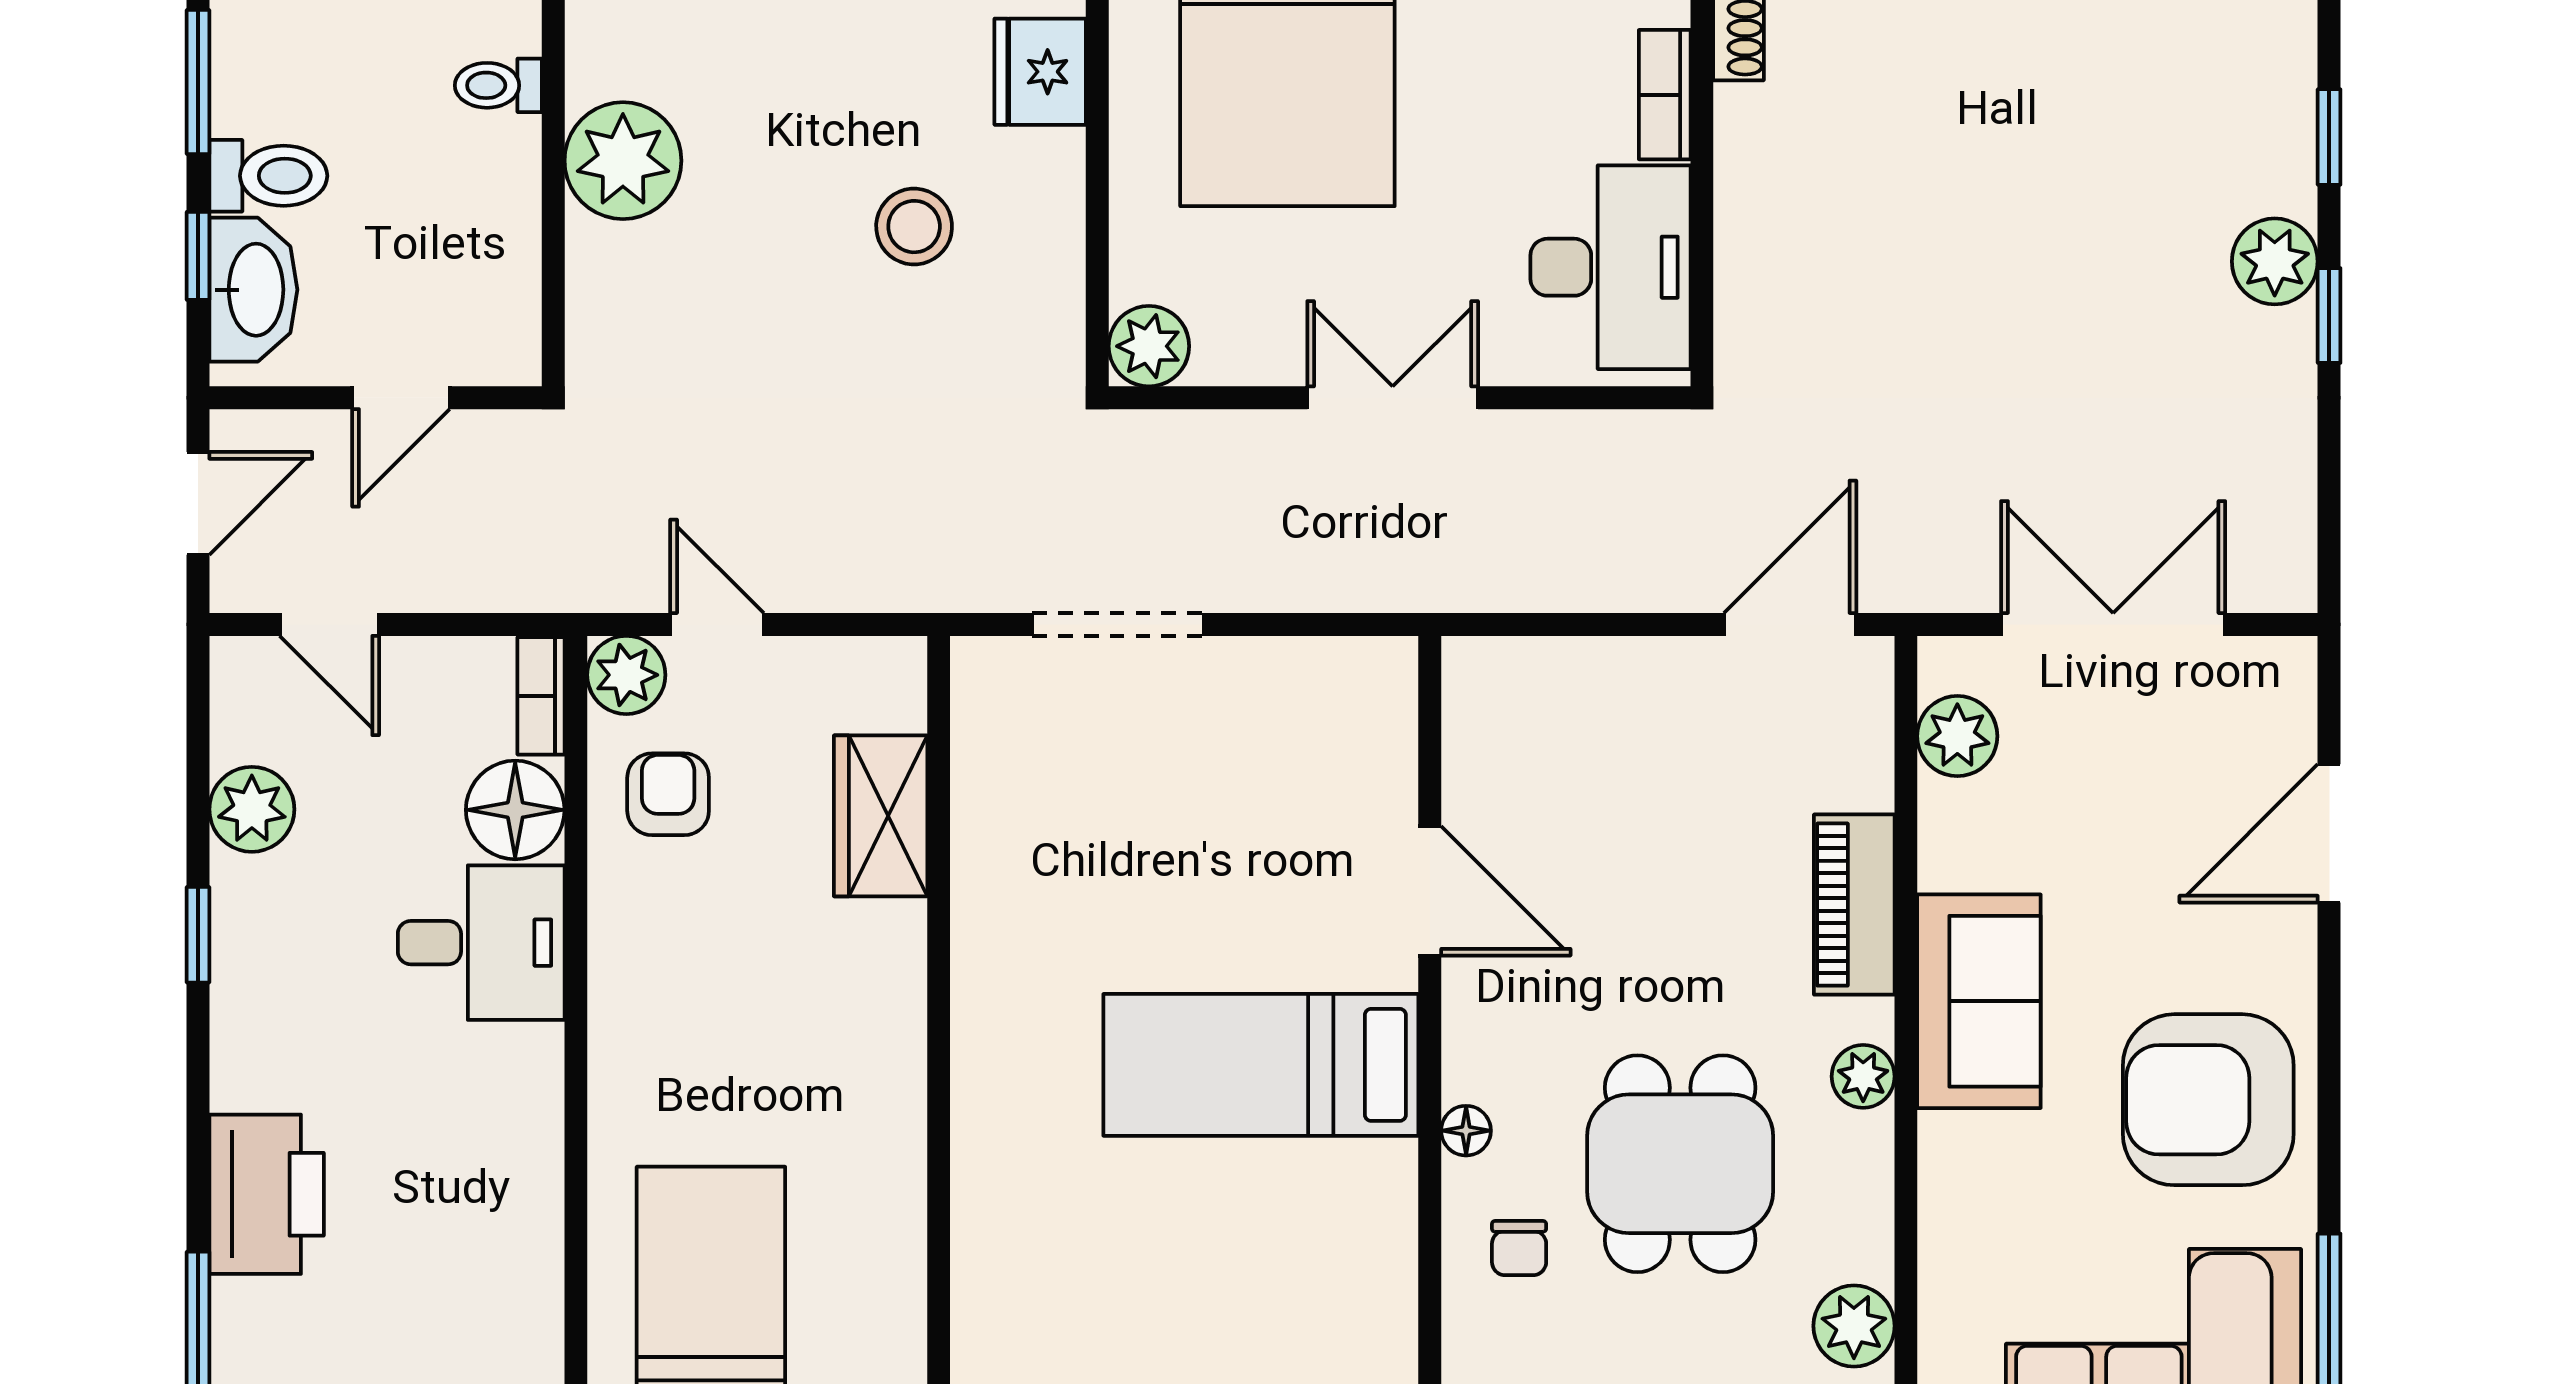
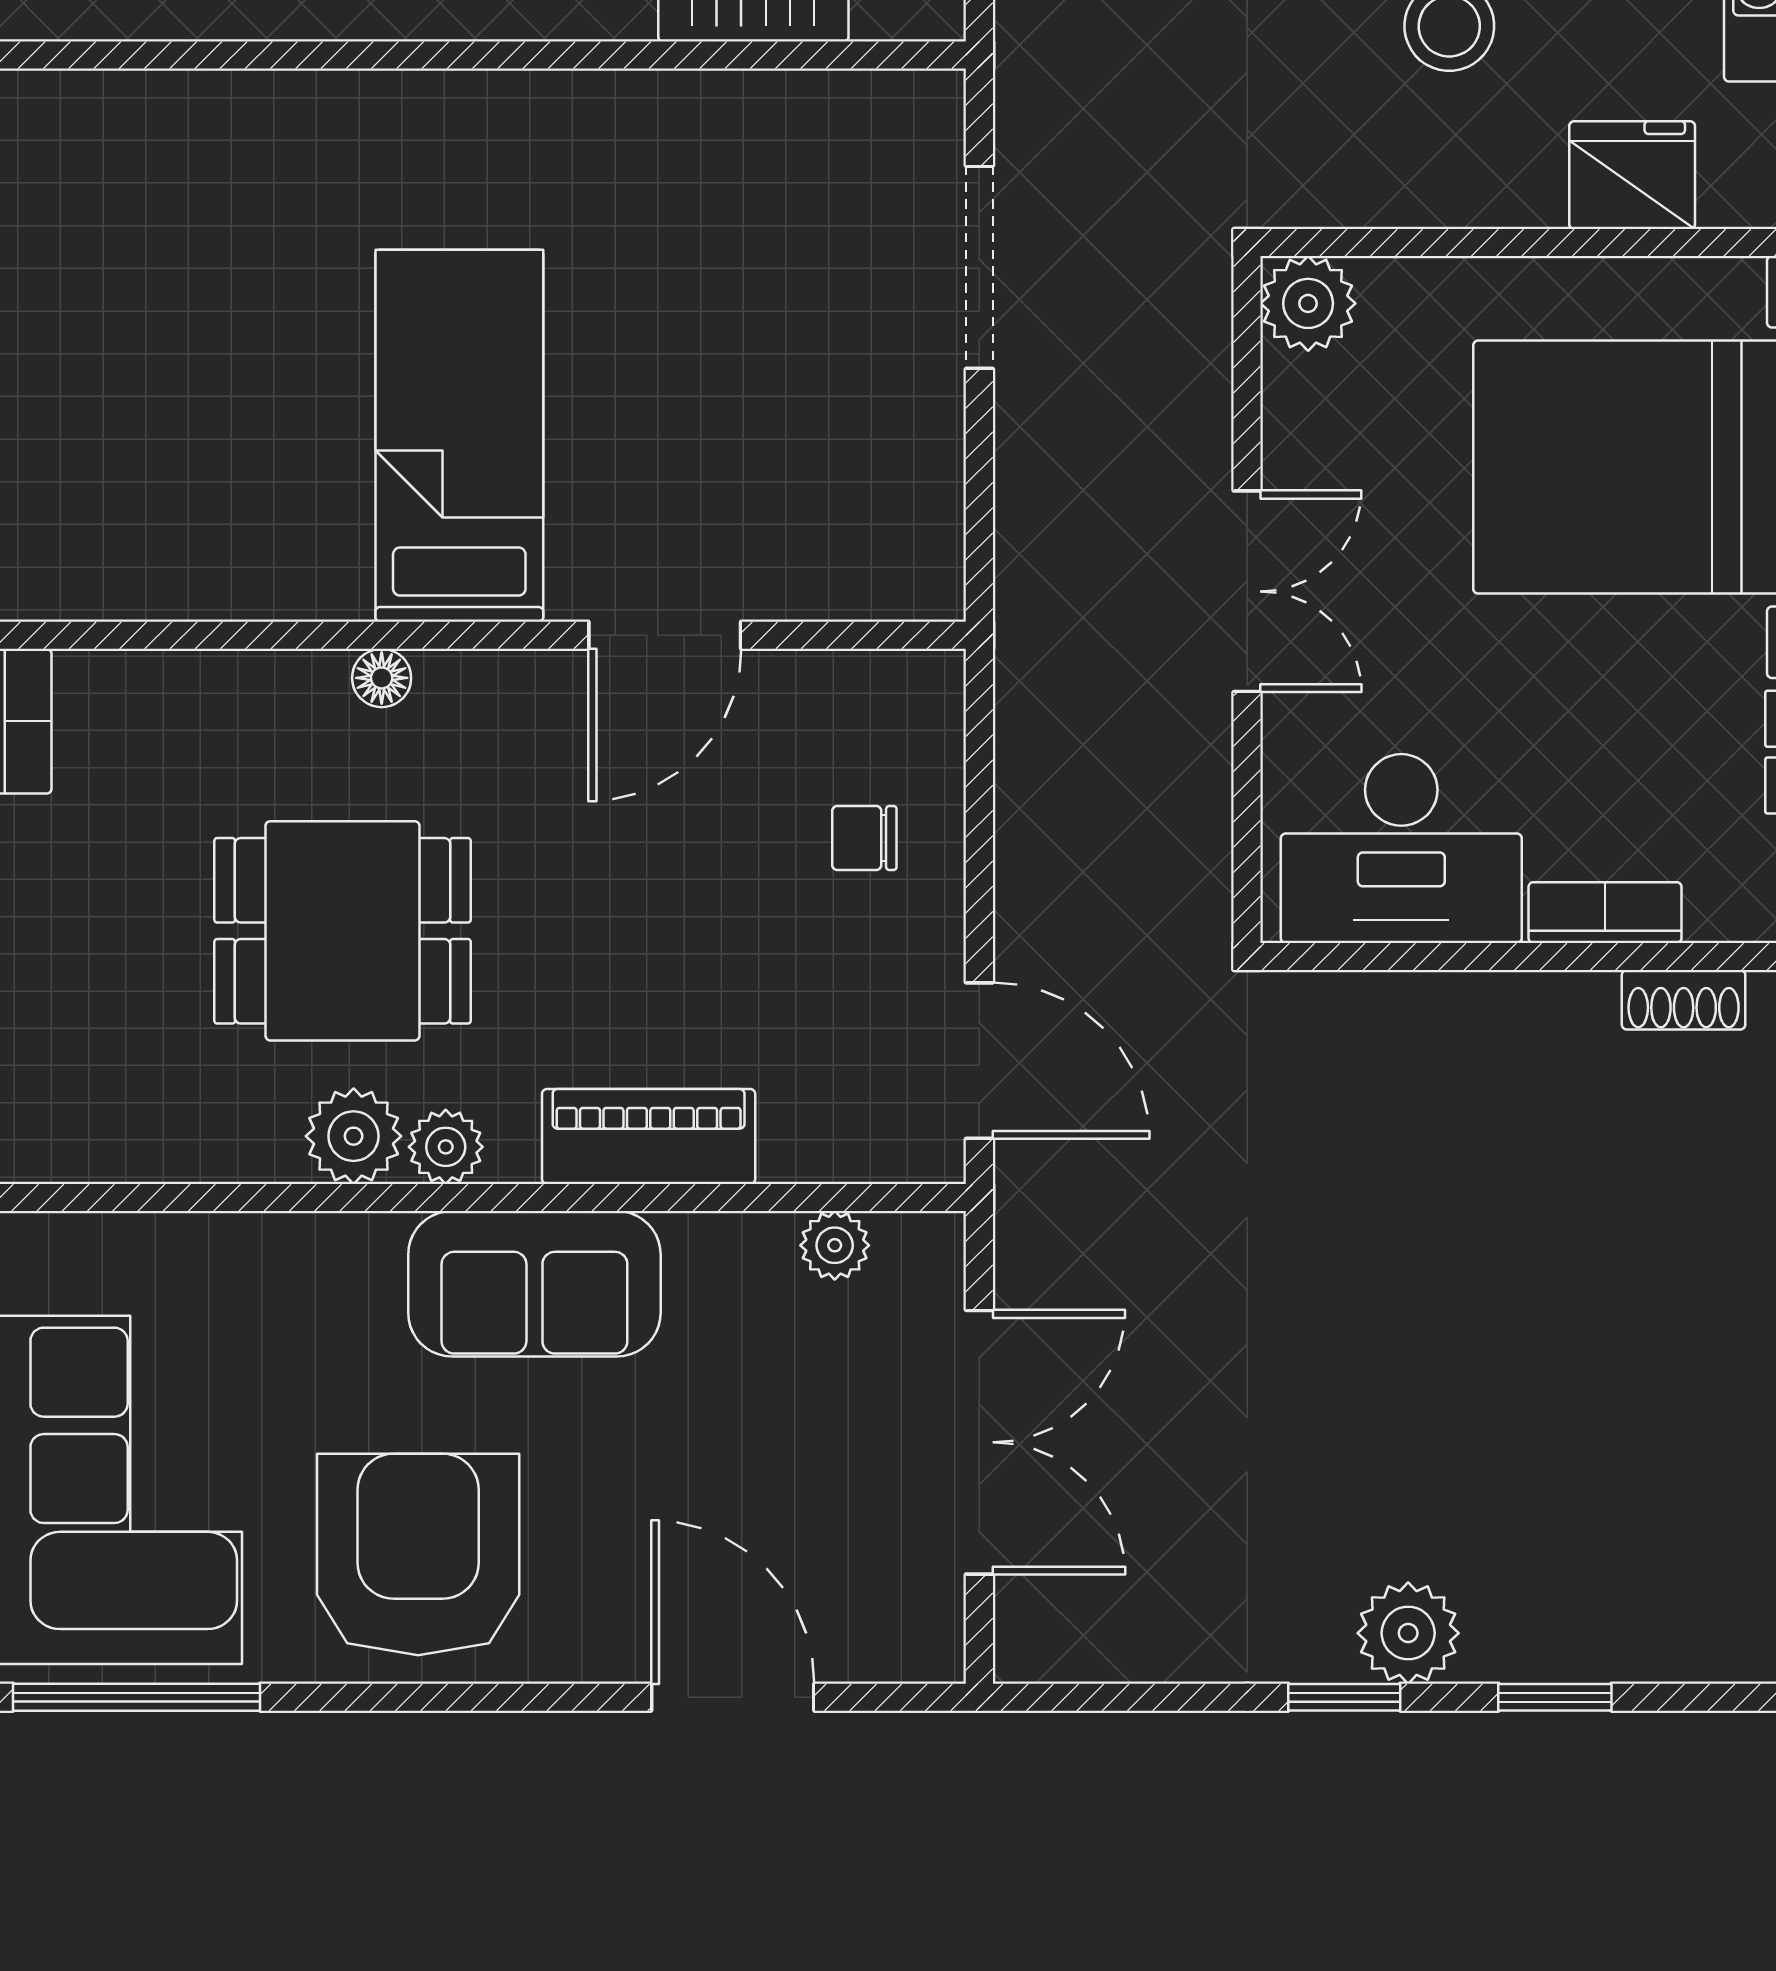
plant: (1957, 736) -> (835, 1245), width x0.73, depth x0.73
chair: (1519, 1248) -> (864, 838), moved
plant: (1854, 1326) -> (354, 1136), moved

